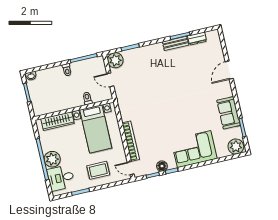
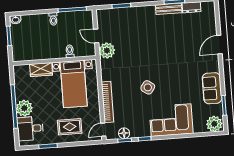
plant: (115, 60) -> (107, 50), moved
wardrobe: (57, 121) -> (41, 70), width x0.67
side table: (167, 121) -> (148, 87), added
floor lamp: (162, 166) -> (124, 133), moved
door: (131, 168) -> (103, 130), hinge flipped

